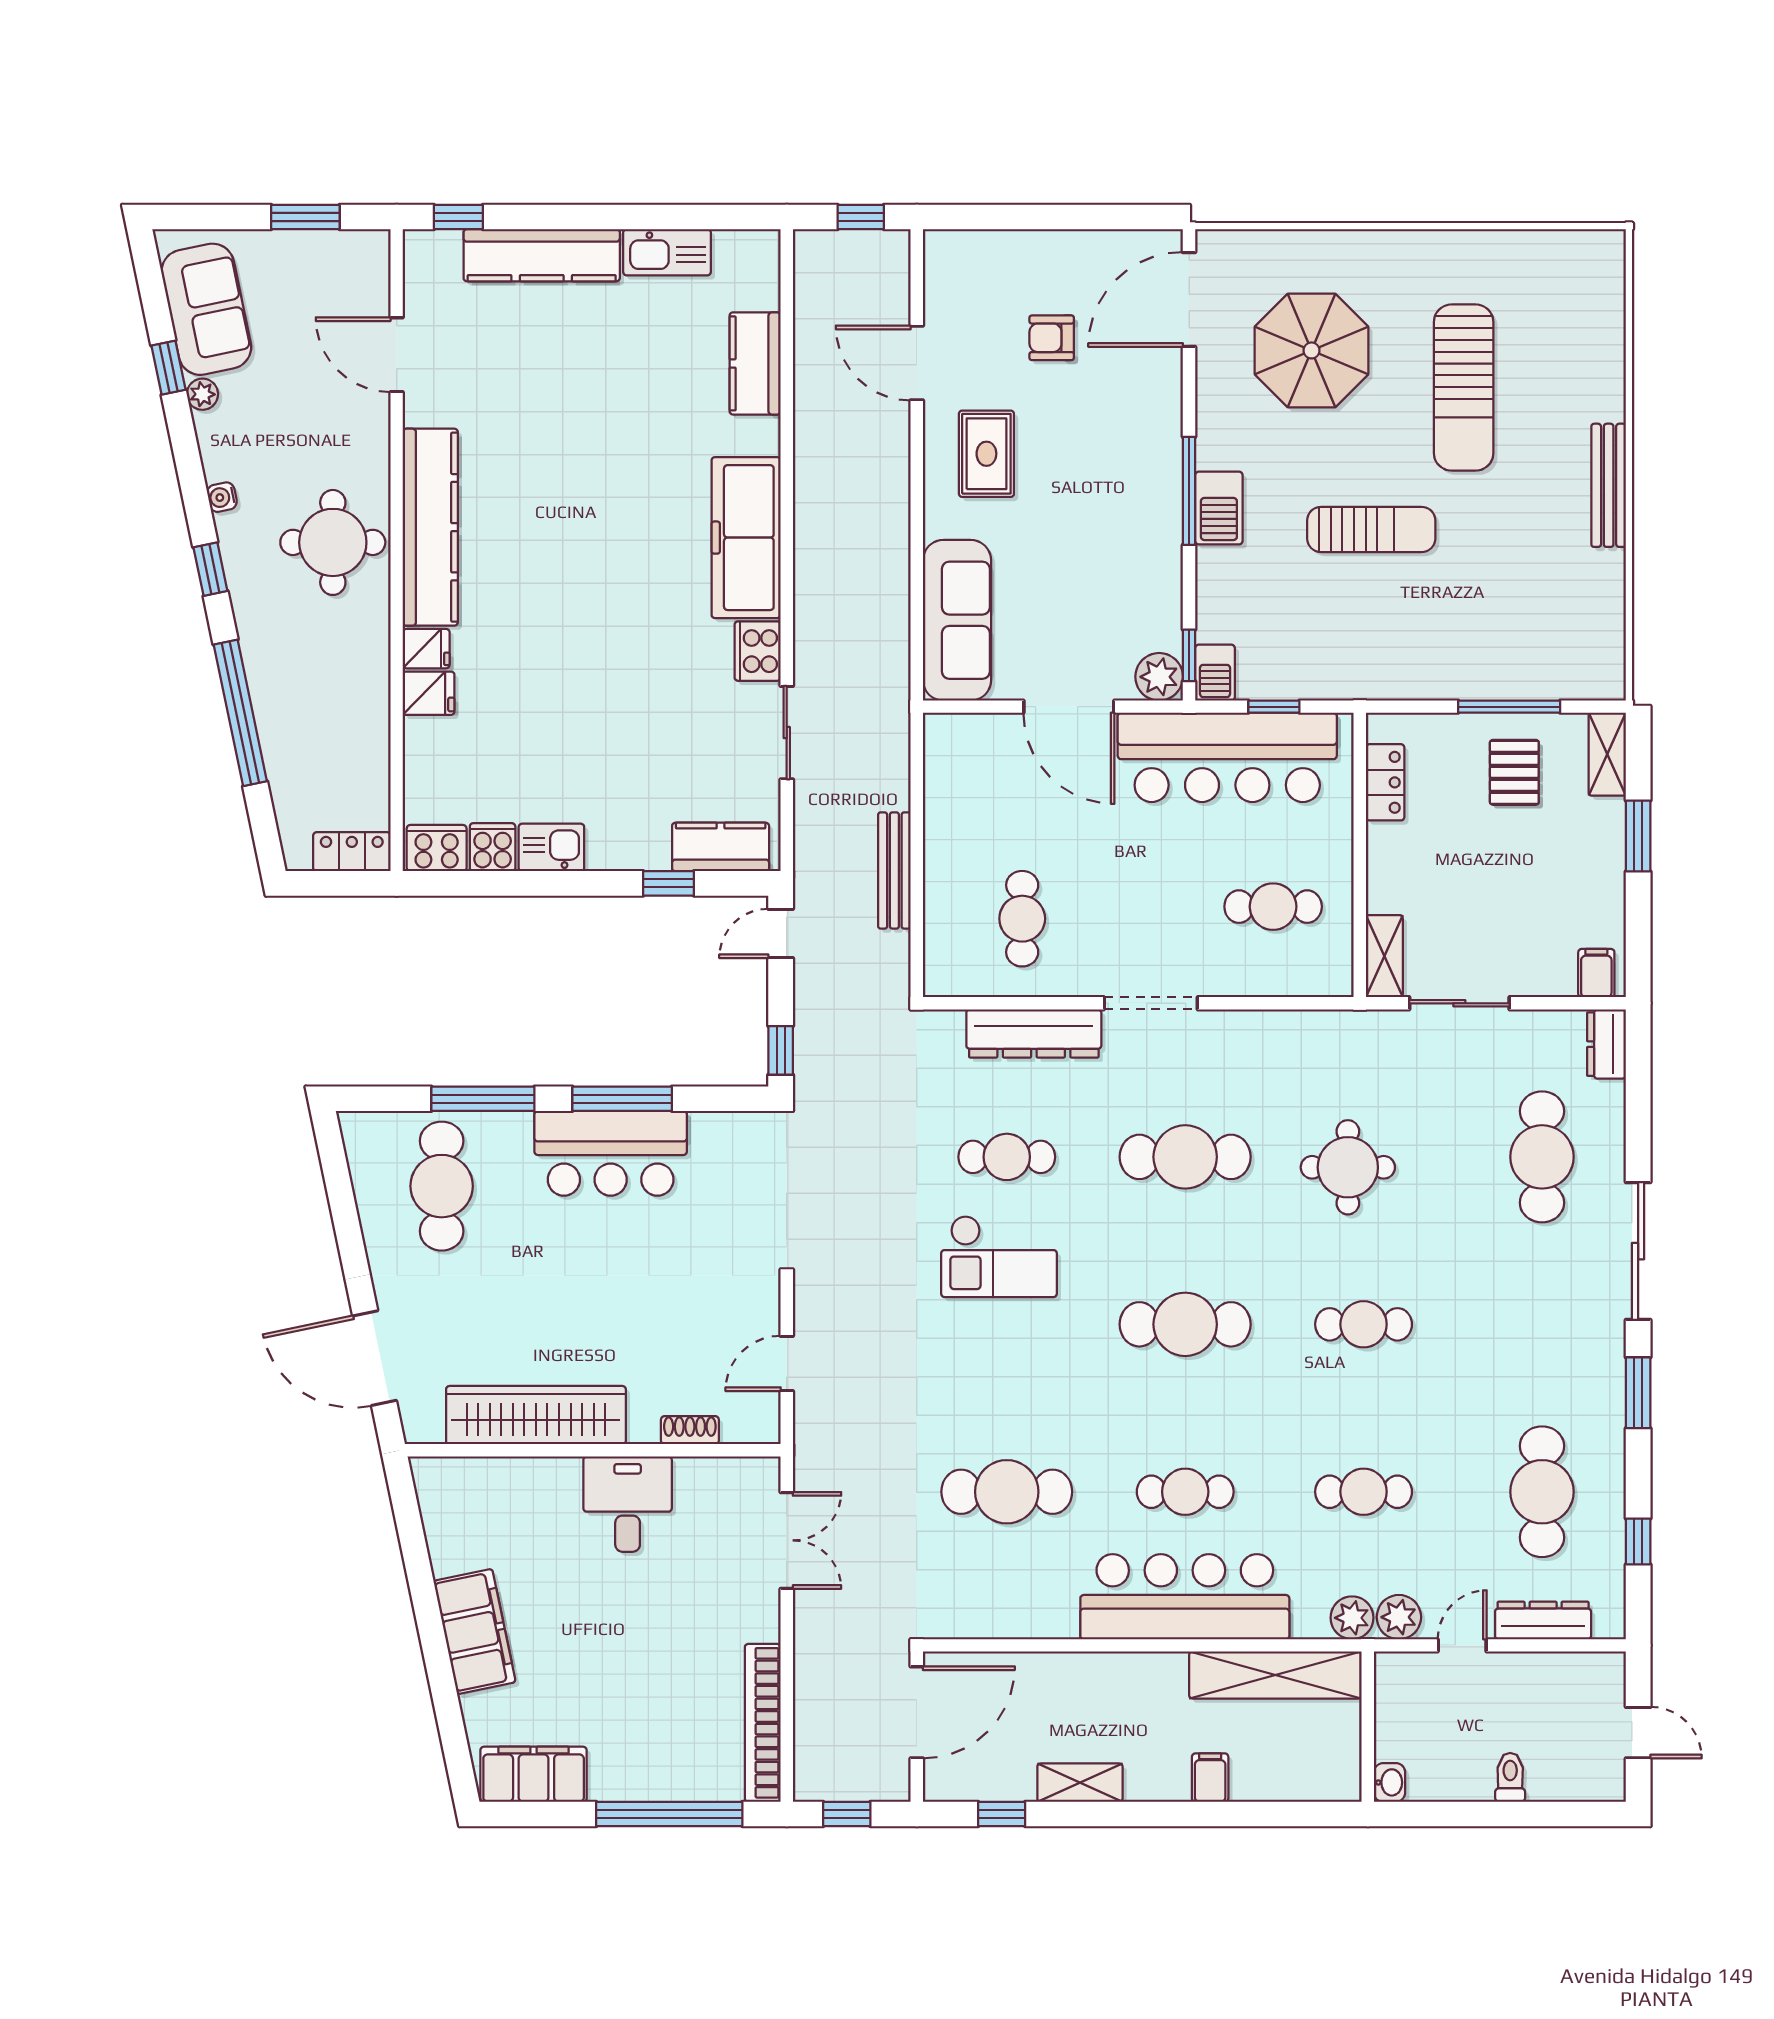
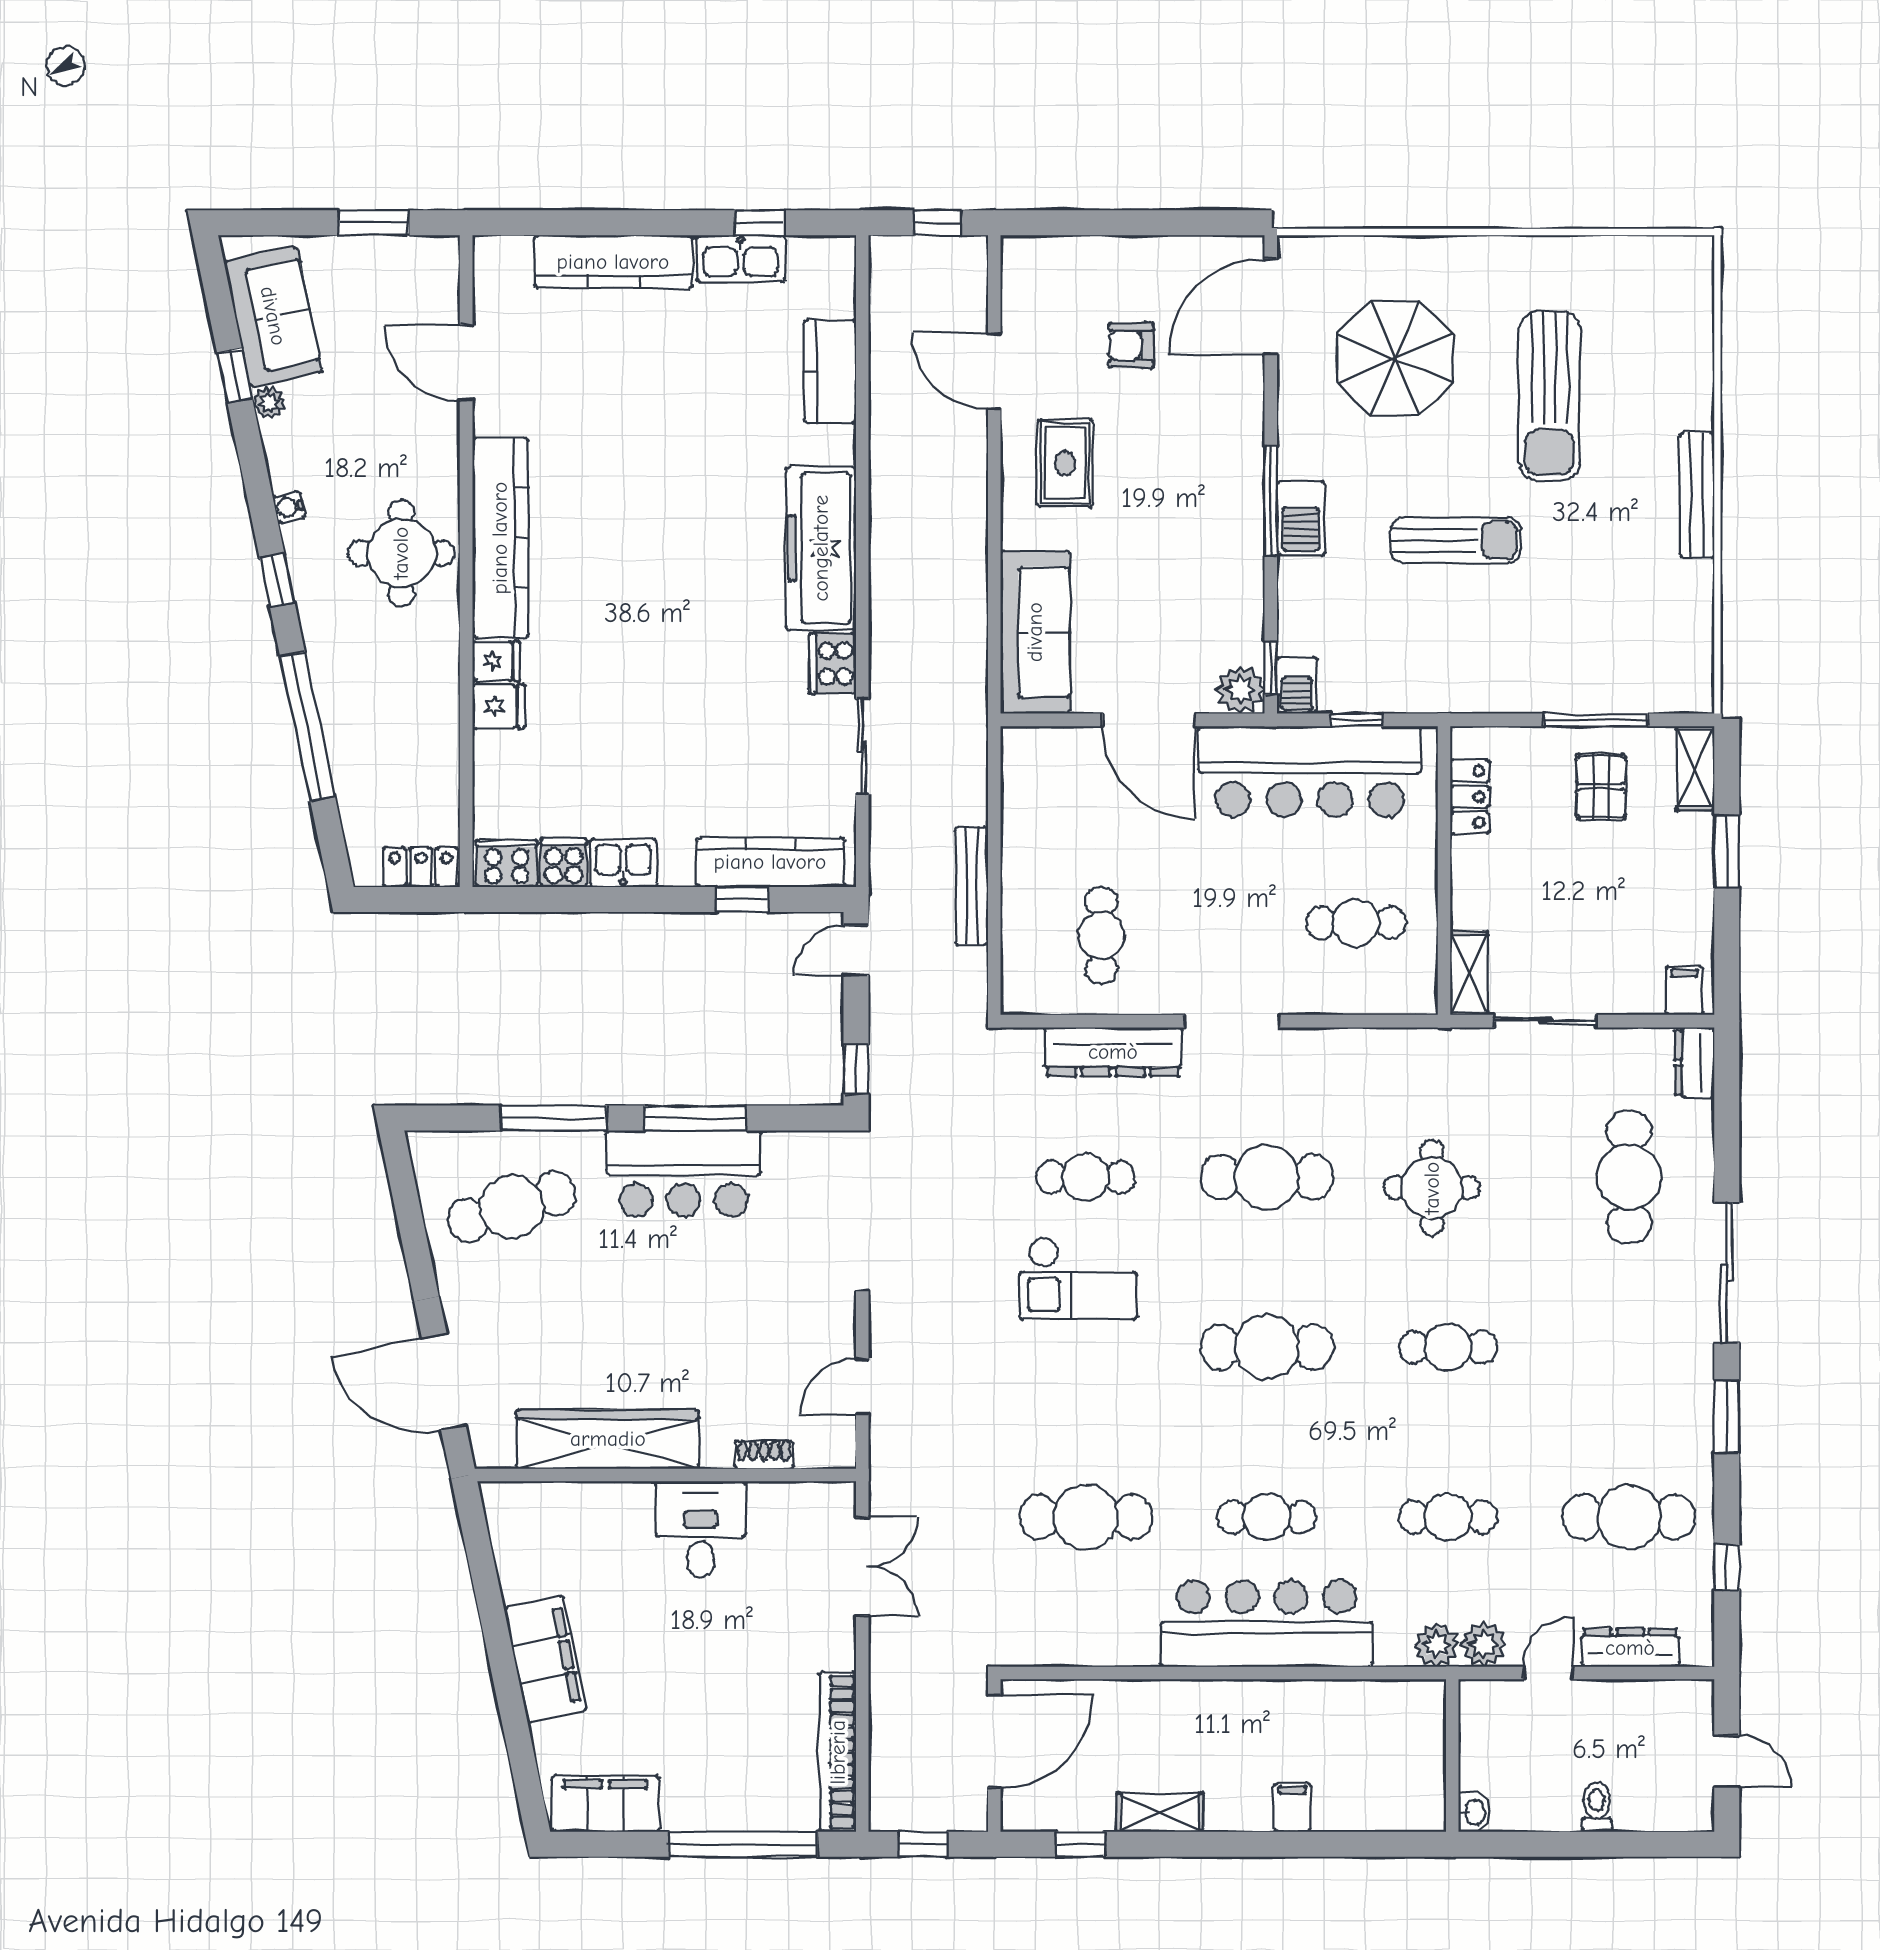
window: (458, 217) -> (760, 223), moved
kitchen counter: (721, 847) -> (770, 862), width x1.50
cafe table: (442, 1186) -> (512, 1207), turned 73
cafe table: (1542, 1492) -> (1629, 1517), turned 90
shelving: (1275, 1675) -> (1358, 1703), removed

